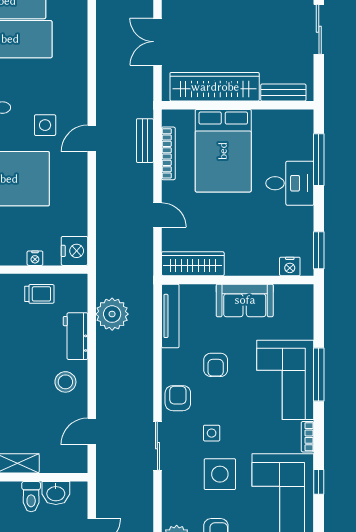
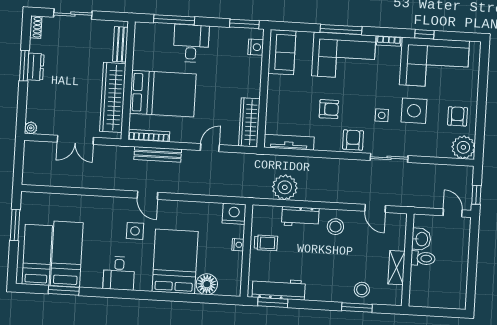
bench: (145, 141) -> (158, 154), width x1.36
bookcase: (168, 153) -> (149, 136), moved
trolley: (39, 294) -> (266, 243), turned 90
sofa: (245, 300) -> (282, 52), moved
armchair: (178, 398) -> (353, 140), turned 90

